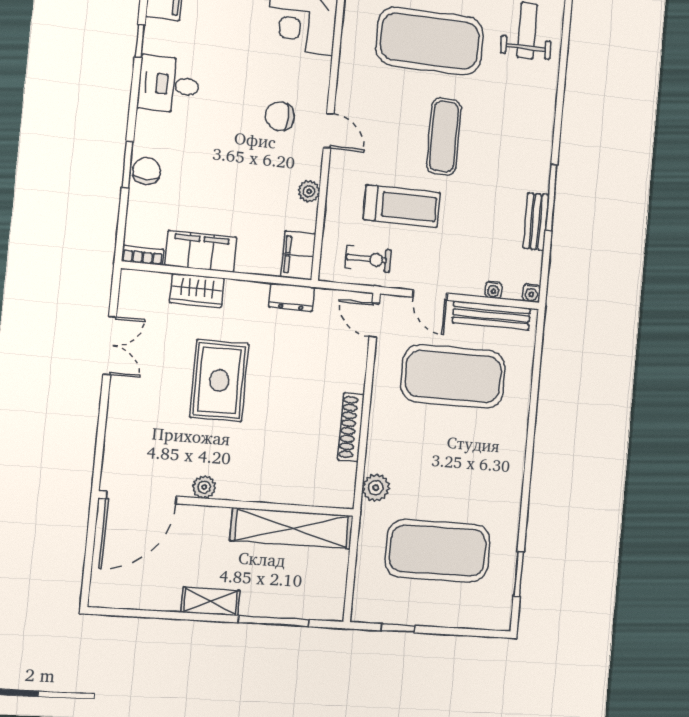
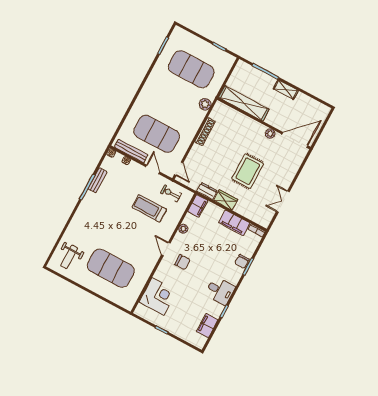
exercise mat: (444, 137) -> (121, 229), removed
wardrobe: (197, 290) -> (226, 200), moved

